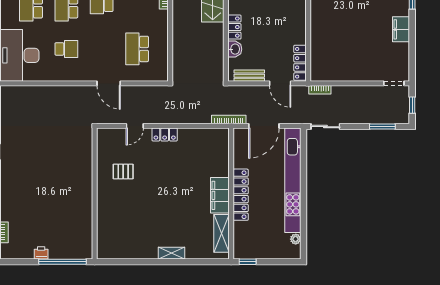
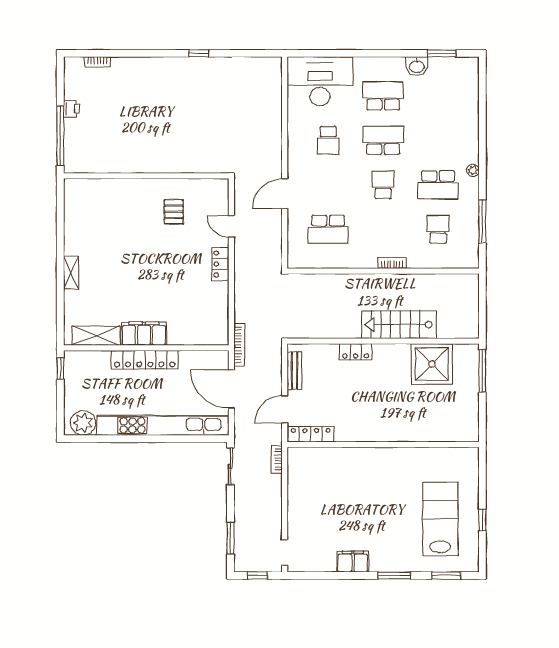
school desk: (137, 49) -> (328, 229), turned 180
washbasin: (235, 49) -> (328, 352), removed
plant: (296, 239) -> (83, 423), width x1.88, depth x1.88

